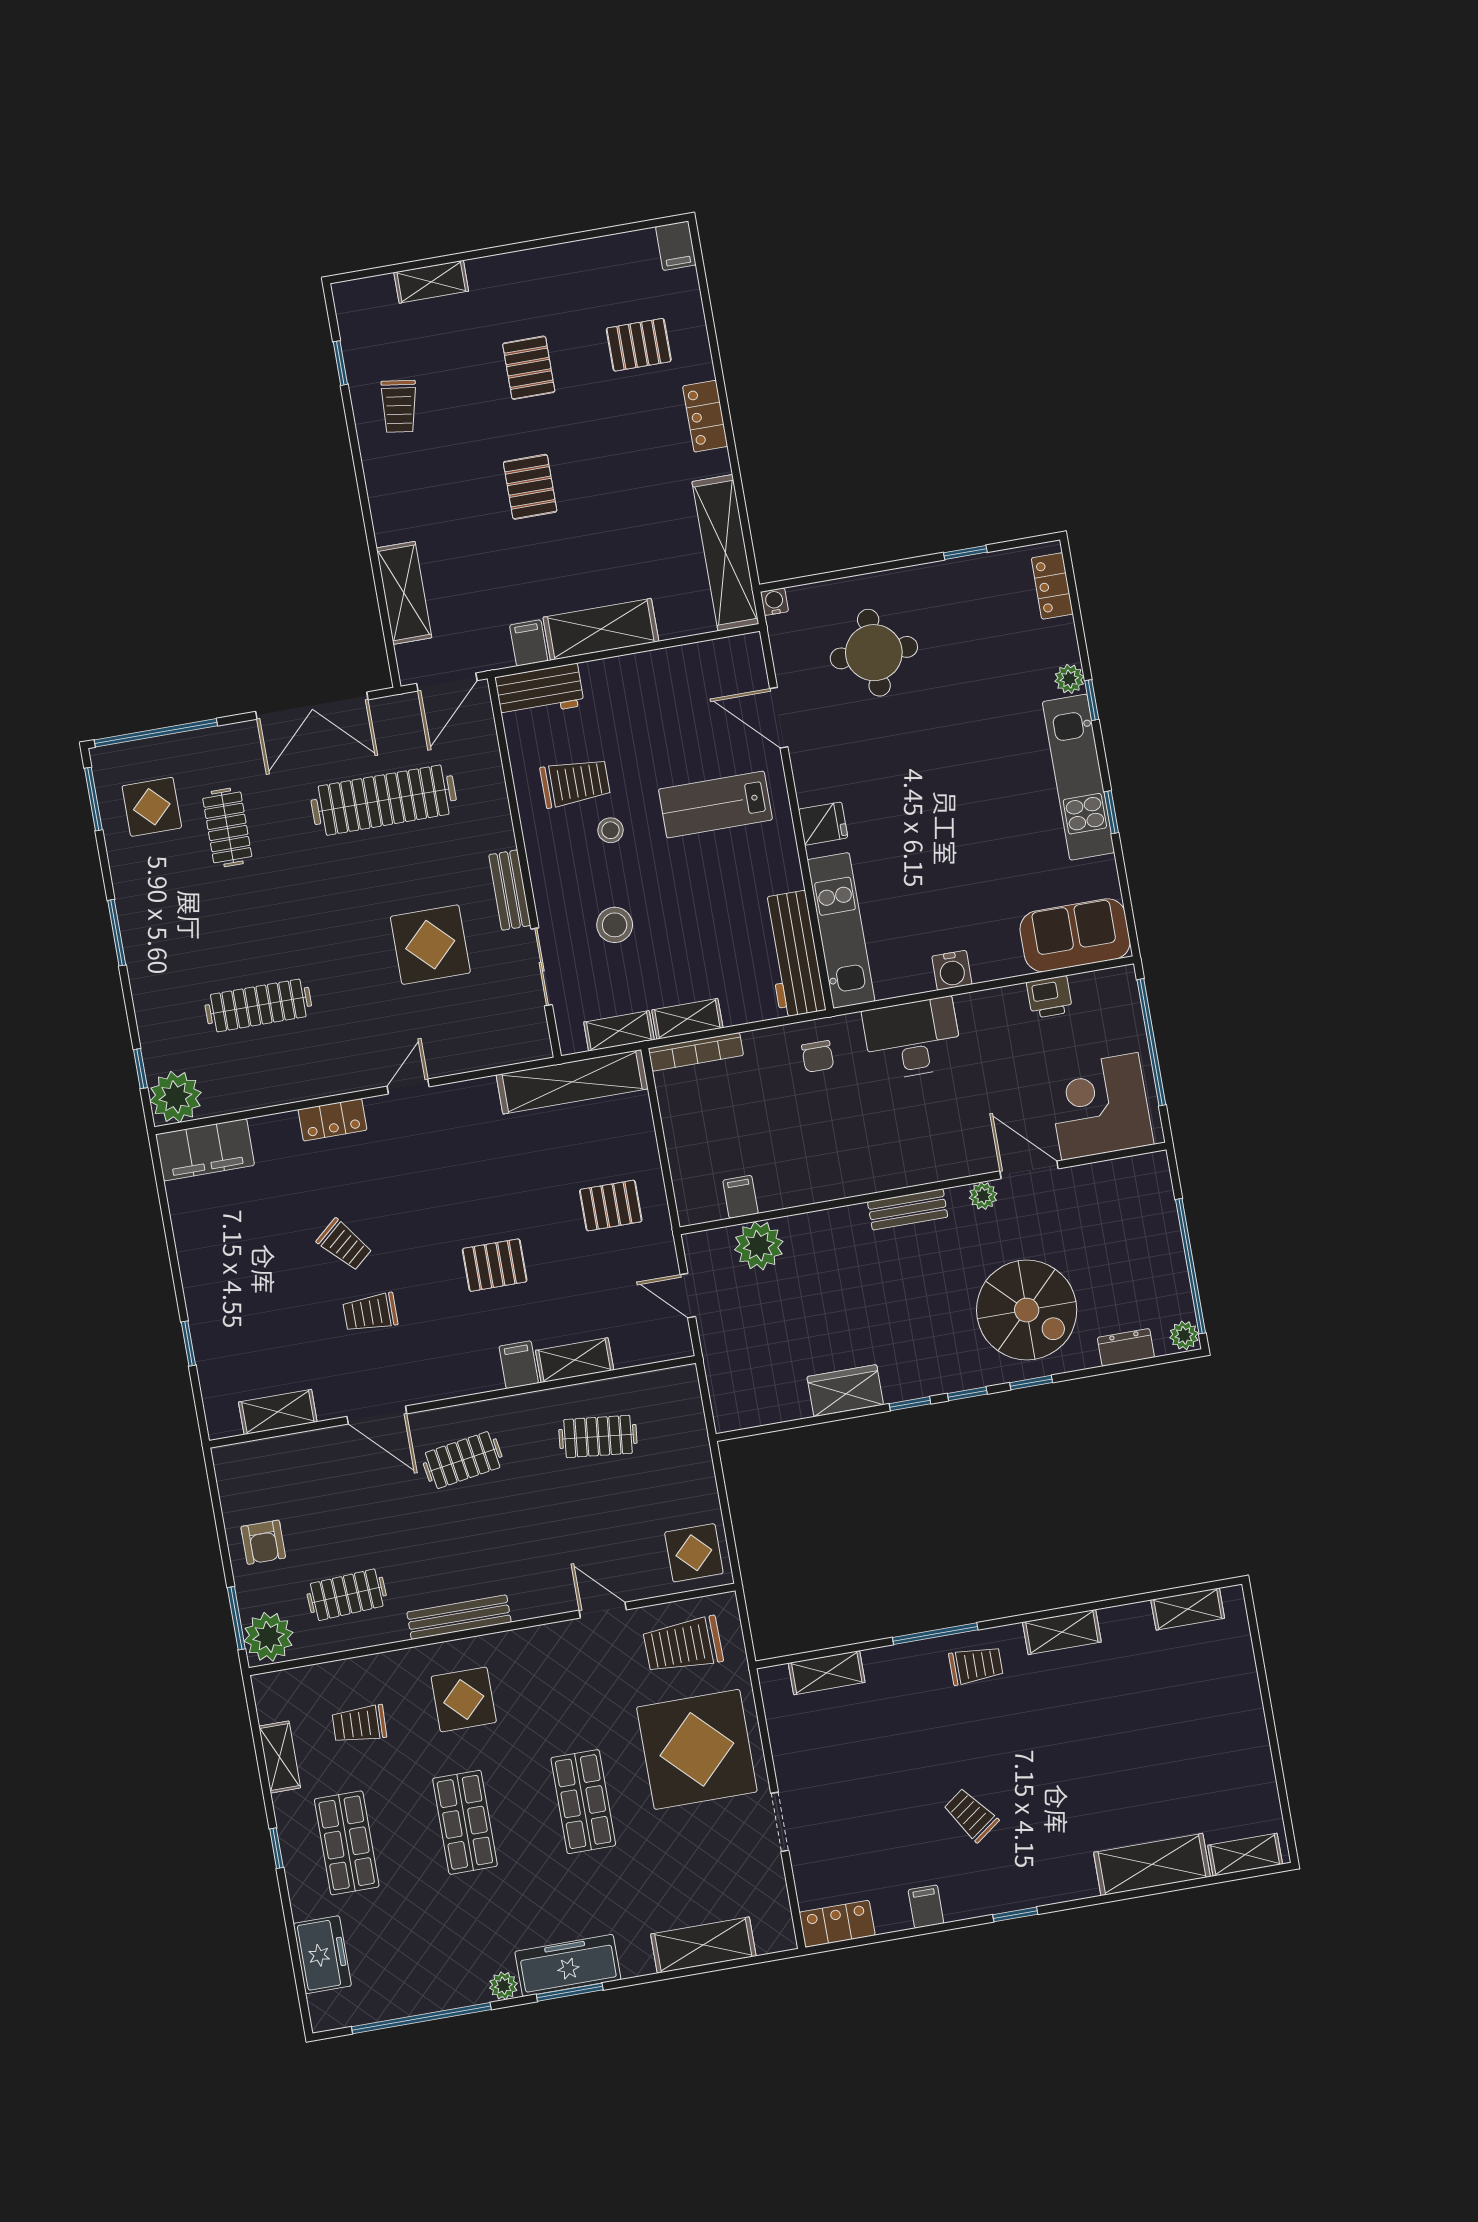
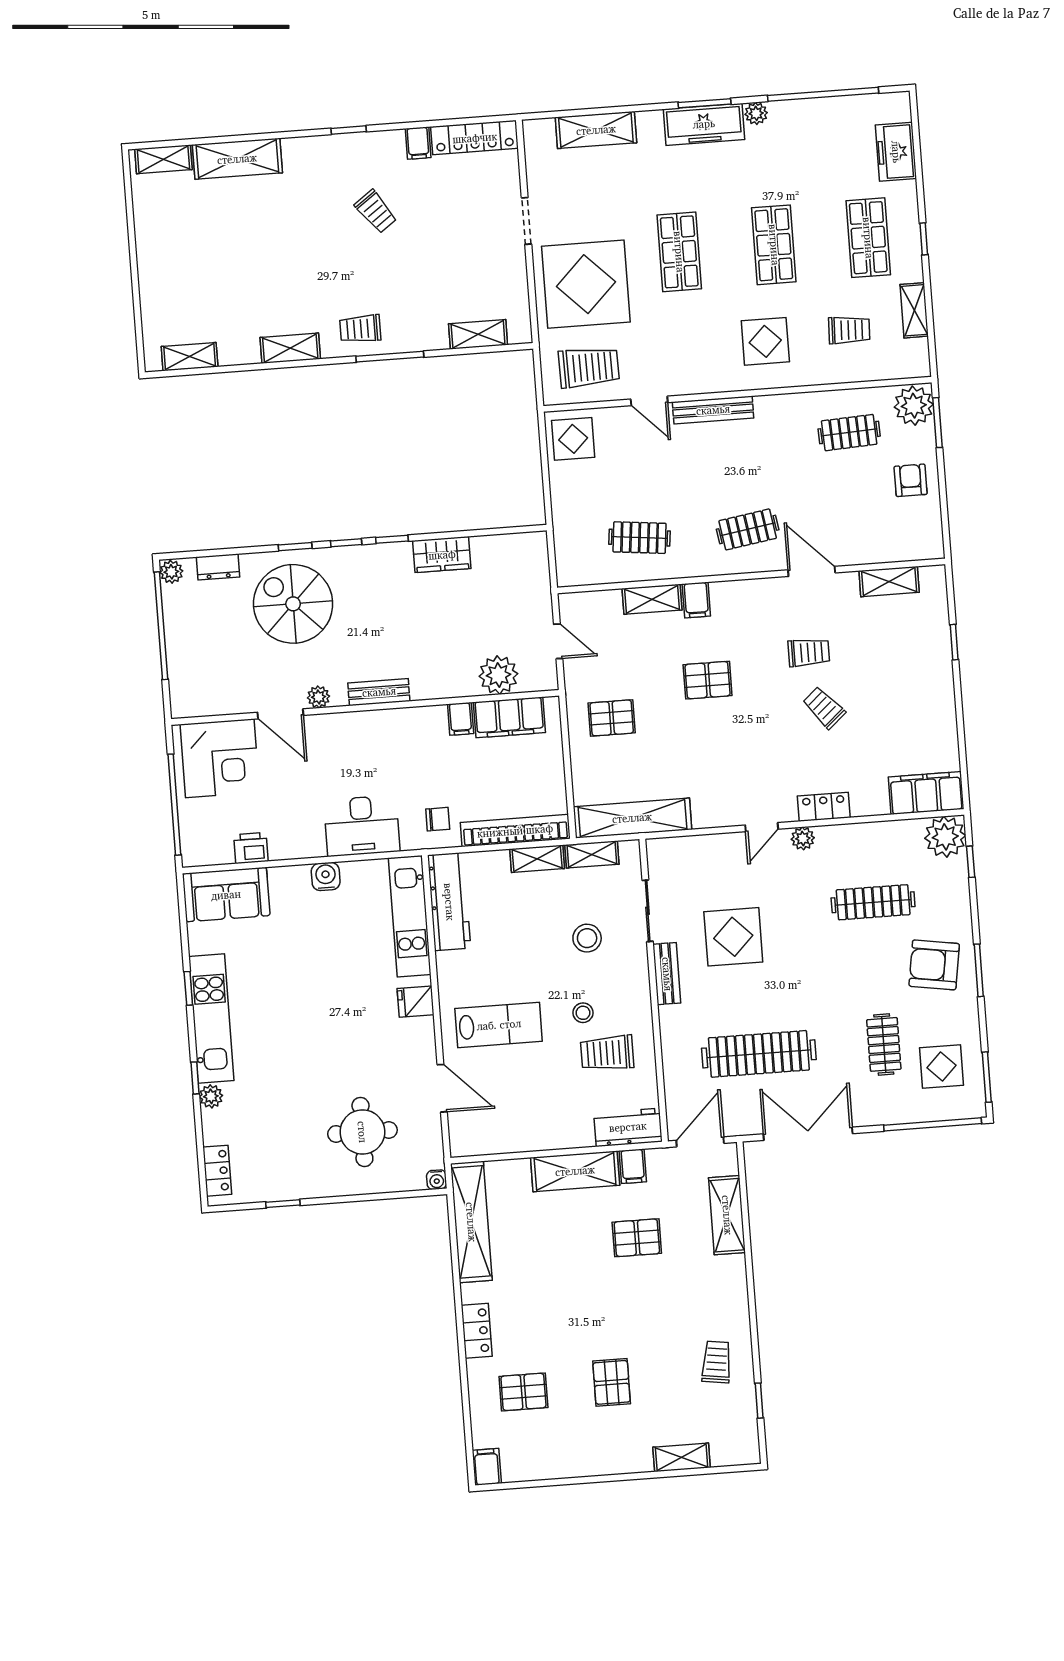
pallet: (530, 487) -> (637, 1238), moved, turned 90
armchair: (174, 934) -> (934, 965), added
bookcase: (696, 1052) -> (515, 831), width x1.48, depth x1.31
chair: (818, 1056) -> (438, 819), turned 90
plant: (355, 1077) -> (803, 838), added
filing cabinet: (801, 1186) -> (461, 719), added
filing cabinet: (740, 1197) -> (509, 717), width x3.00, depth x1.17
bench: (459, 1617) -> (713, 410), moved
locker: (837, 1924) -> (475, 138), width x1.53

